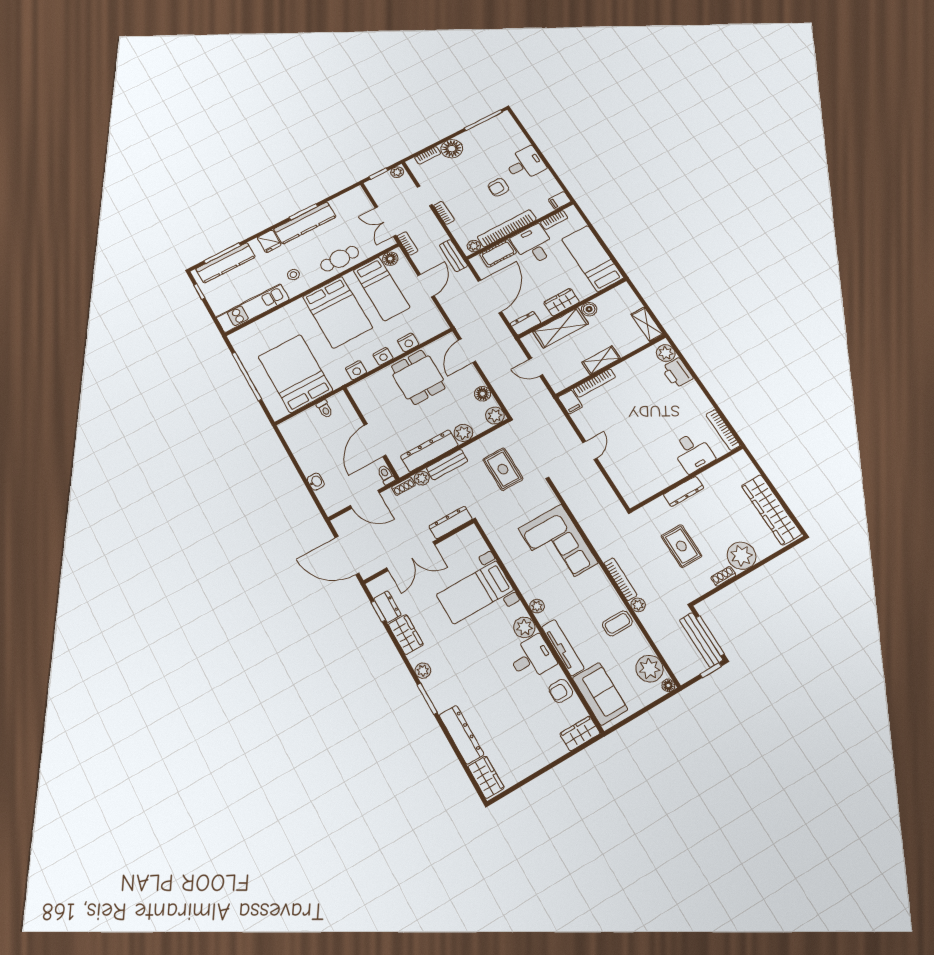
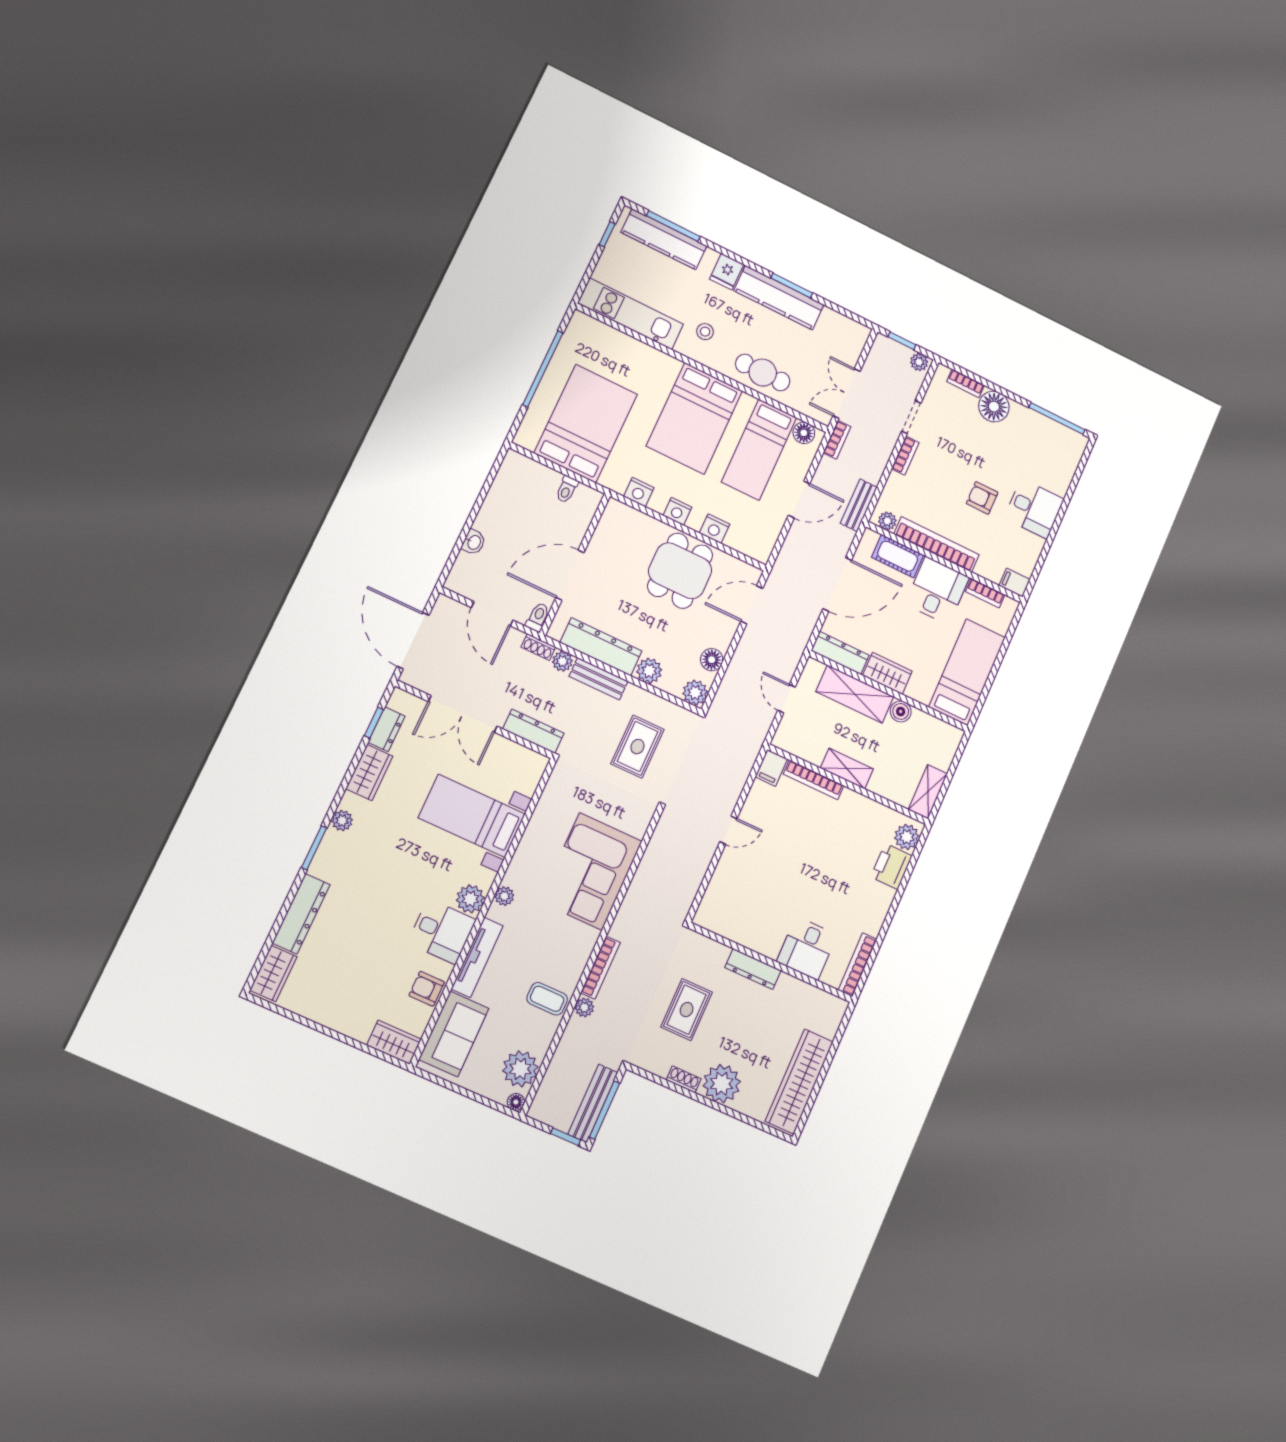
dresser: (526, 323) -> (840, 653), width x1.44

